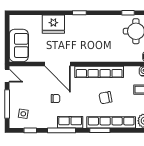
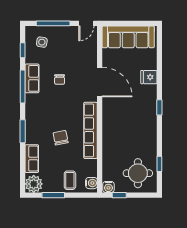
fridge: (53, 24) -> (149, 77), width x0.53, depth x0.75
sofa: (19, 45) -> (128, 37), width x1.36
door: (58, 64) -> (100, 82), swing flipped
row of seats: (70, 122) -> (32, 78), moved
row of seats: (111, 122) -> (32, 159), width x0.50

